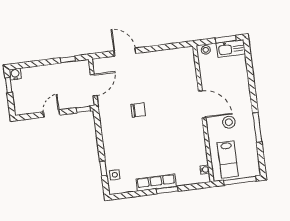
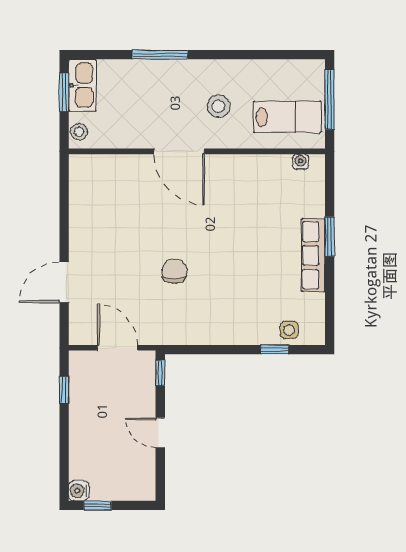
door: (202, 104) -> (179, 151), swing flipped
window: (257, 127) -> (160, 55), moved

